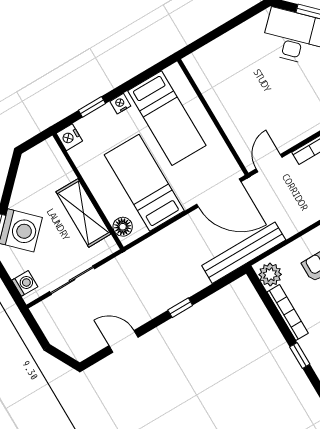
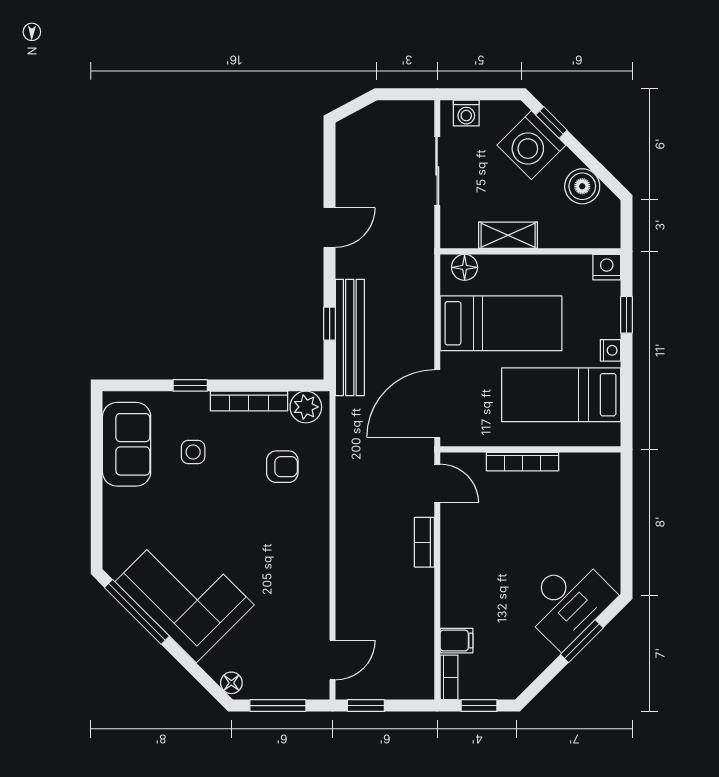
bookcase: (223, 117) -> (523, 462), added
boiler: (28, 183) -> (582, 186), added
shelving: (83, 213) -> (508, 235), width x0.67, depth x0.75
bench: (244, 253) -> (350, 337), moved
window: (180, 308) -> (330, 324), moved
door: (124, 341) -> (330, 227), moved

